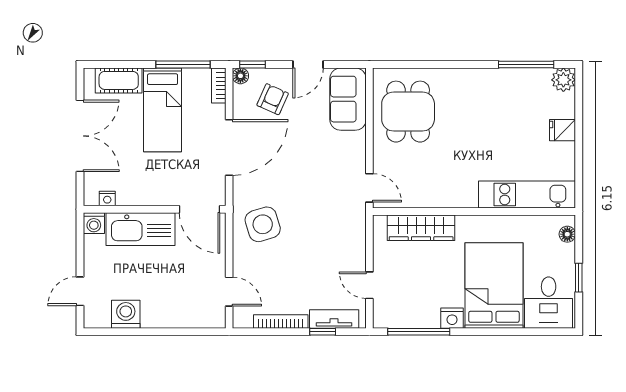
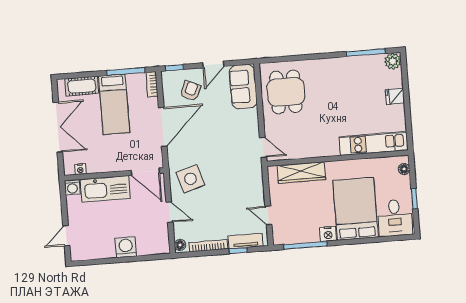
floor lamp: (240, 76) -> (180, 245), moved
door: (229, 292) -> (169, 212), moved
washing machine: (126, 314) -> (126, 247), moved

